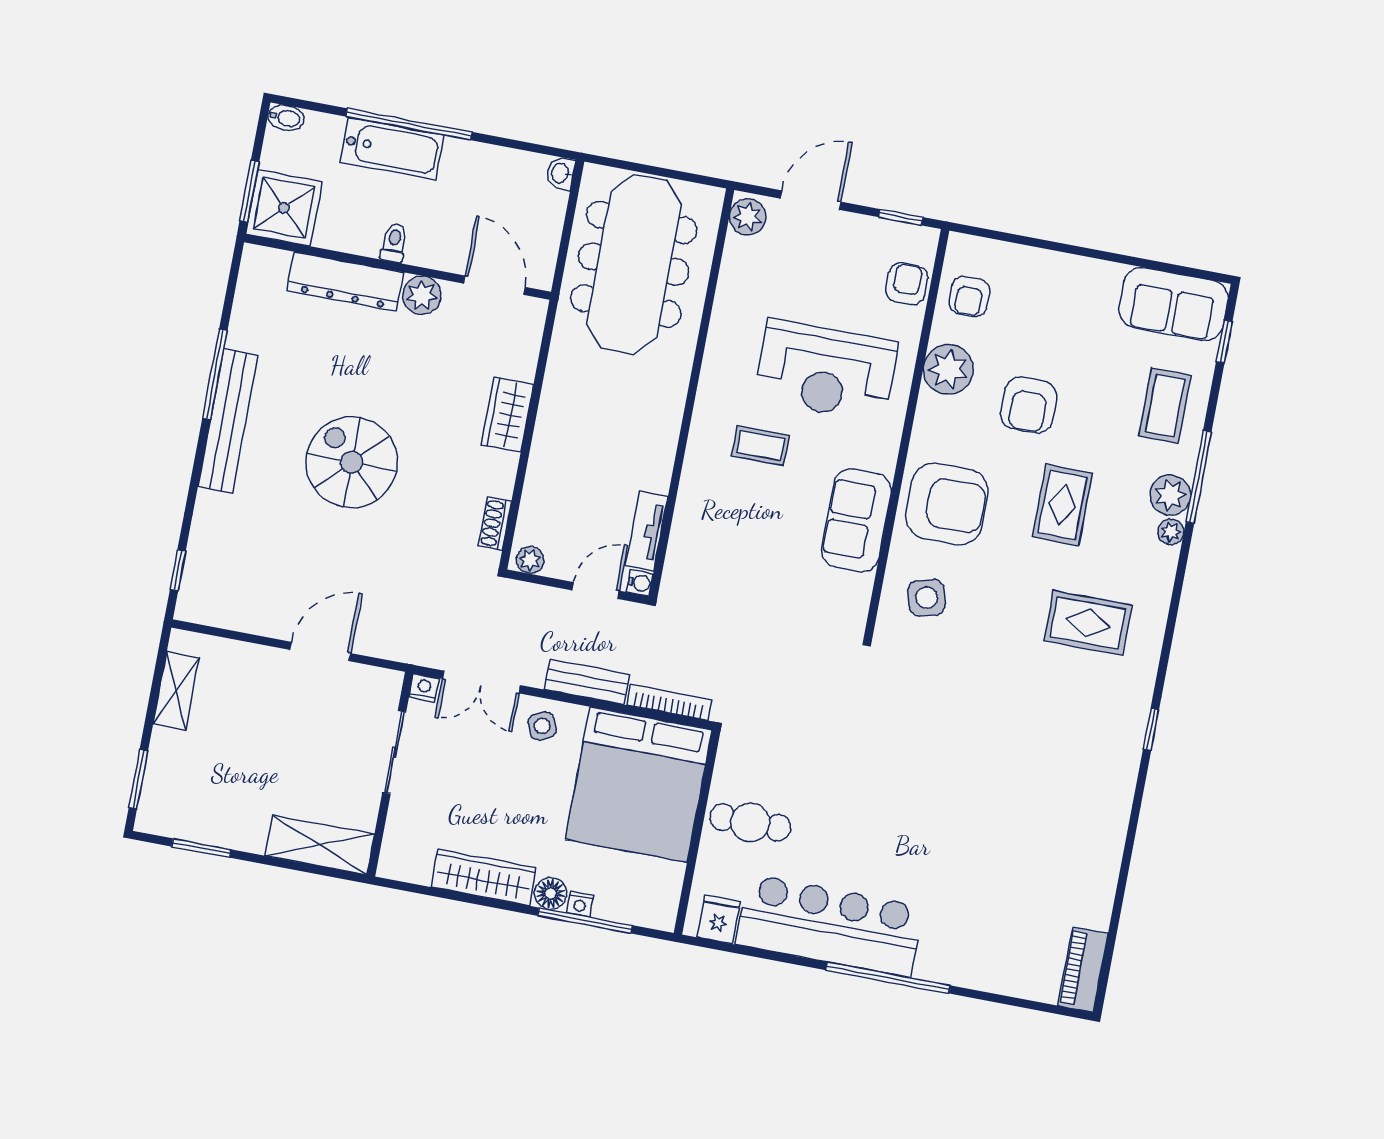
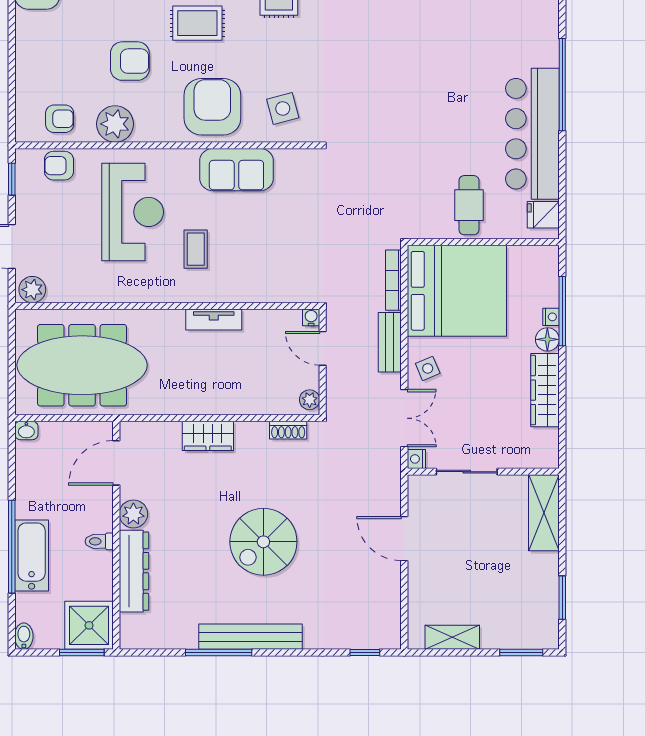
tv unit: (647, 531) -> (214, 320), moved

